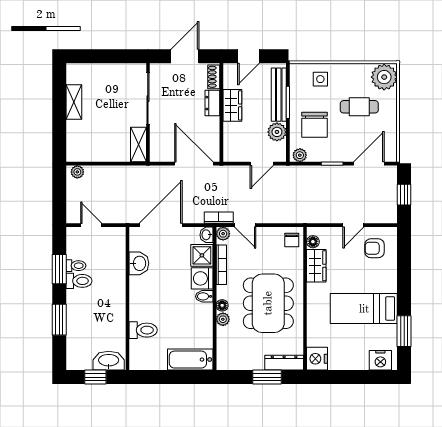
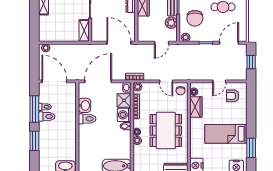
door: (91, 225) -> (54, 81), width x1.88
door: (245, 225) -> (166, 81), moved
window: (59, 269) -> (34, 109), width x1.44
toilet: (143, 330) -> (87, 119), moved

